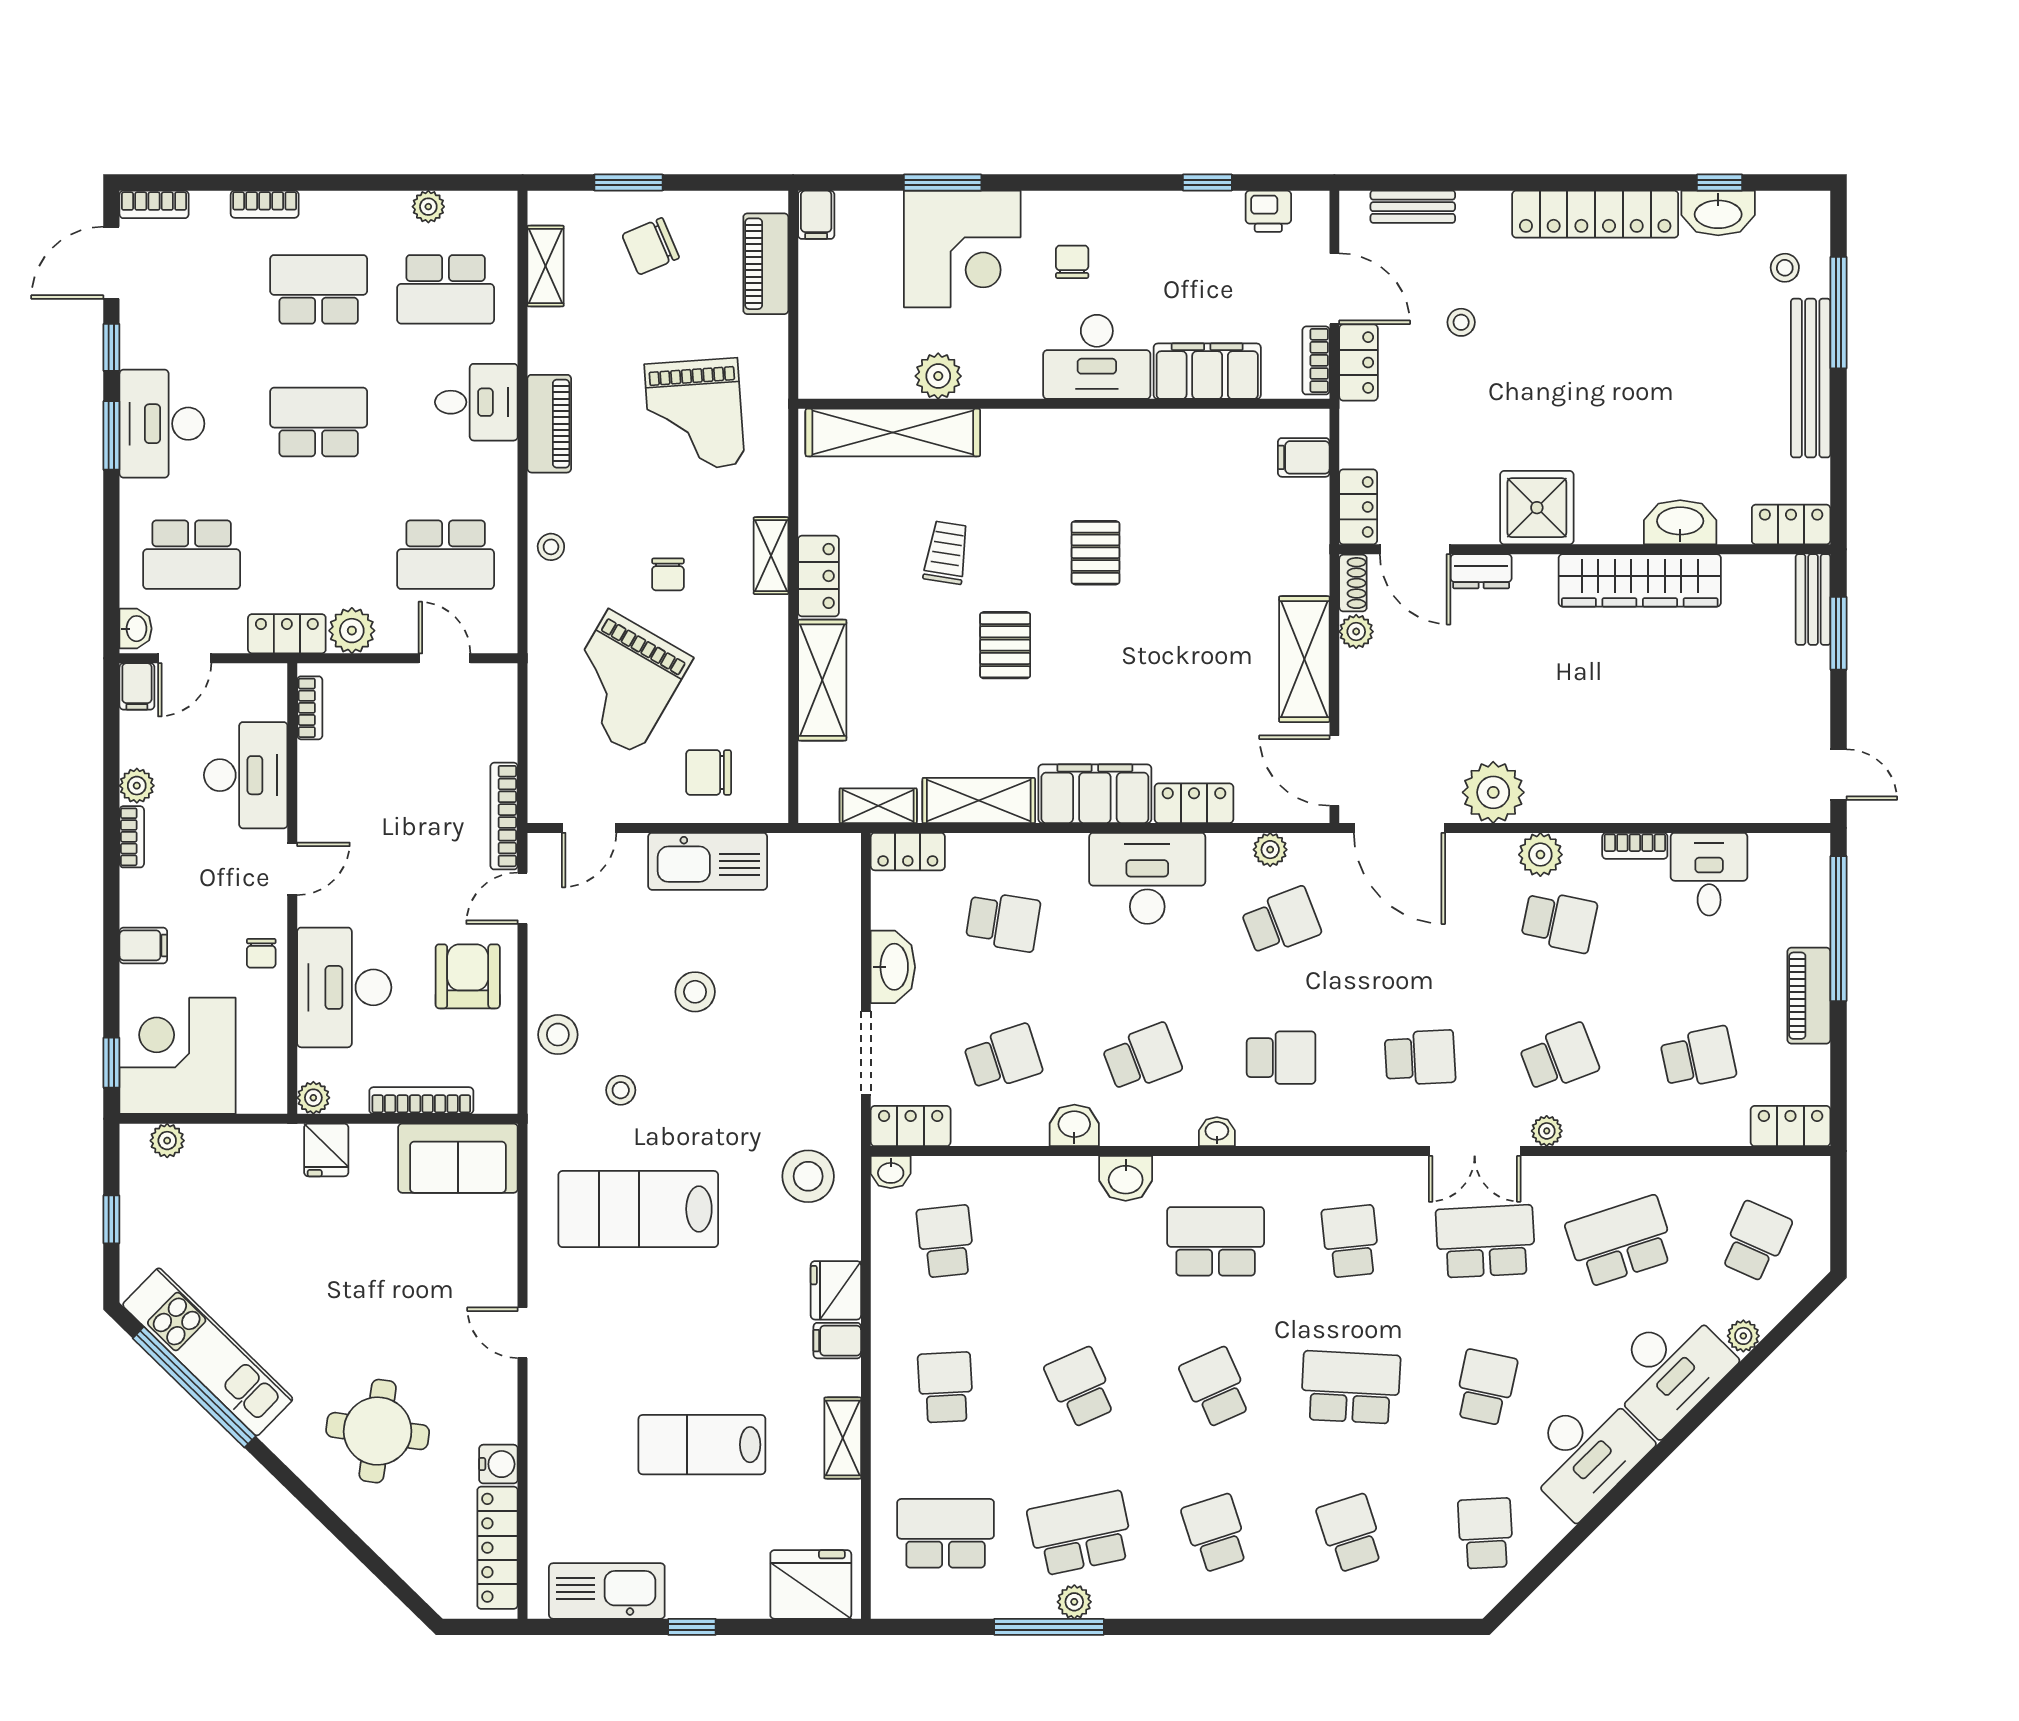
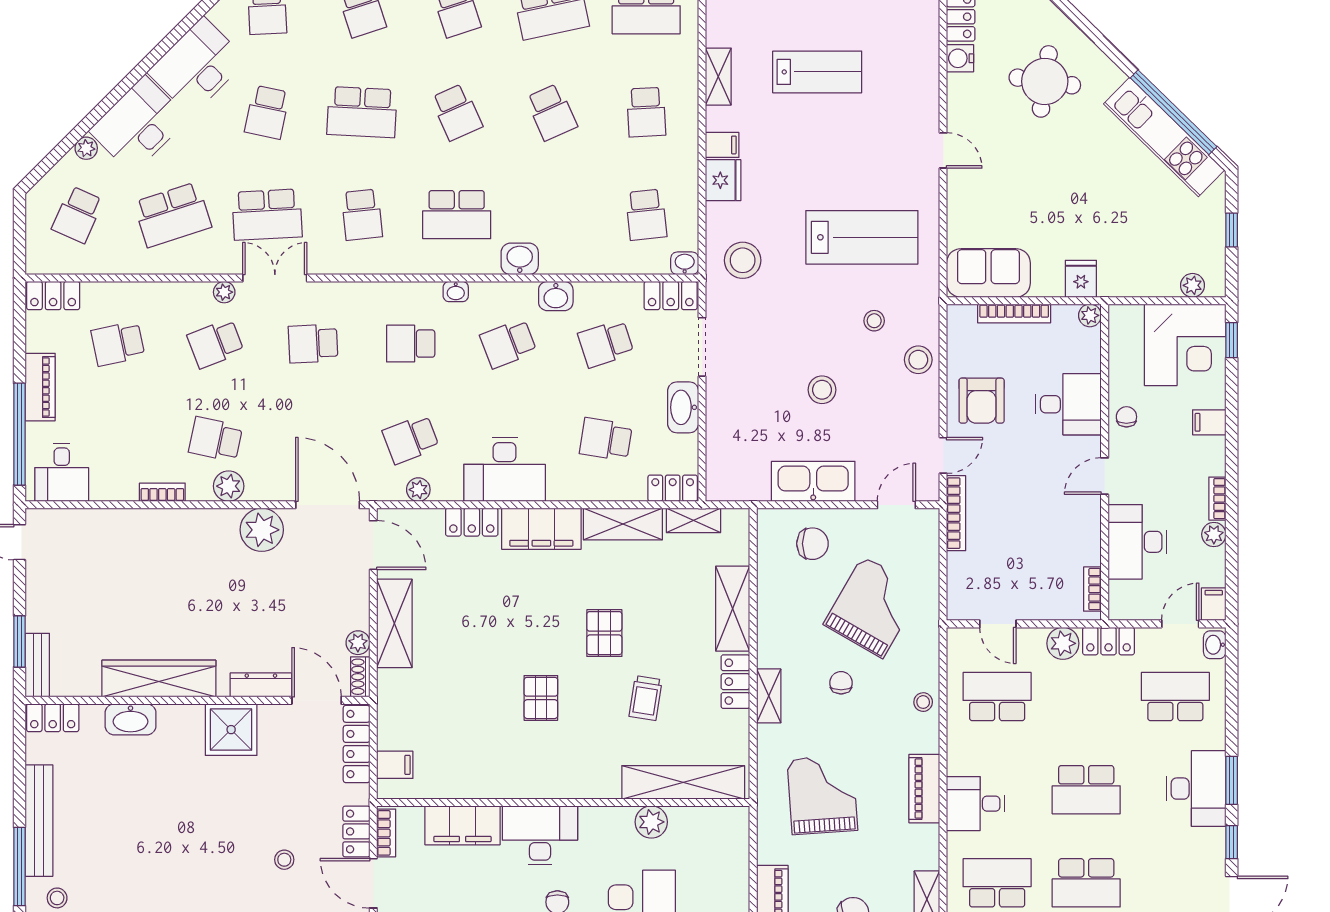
locker: (1358, 507) -> (357, 744), width x1.53
dresser: (1481, 571) -> (261, 685), width x1.44
desk: (1709, 874) -> (62, 472), moved
desk: (344, 987) -> (1068, 404), width x0.73

